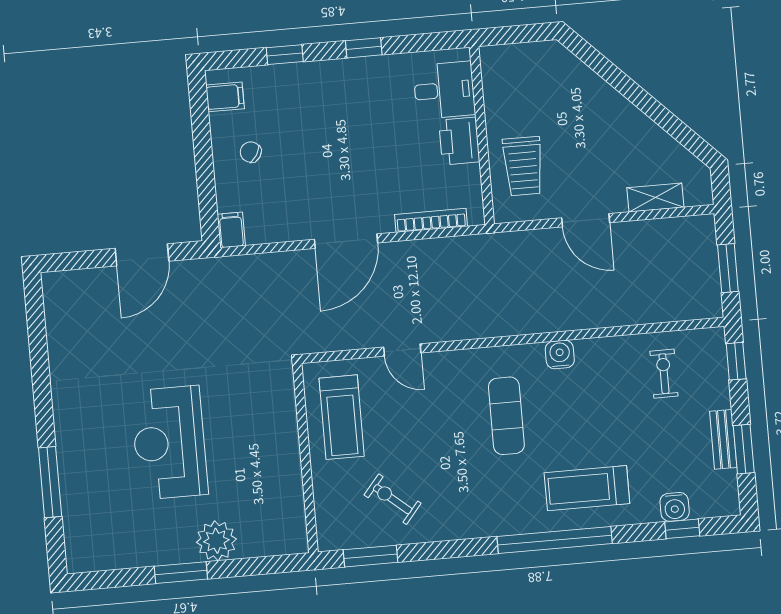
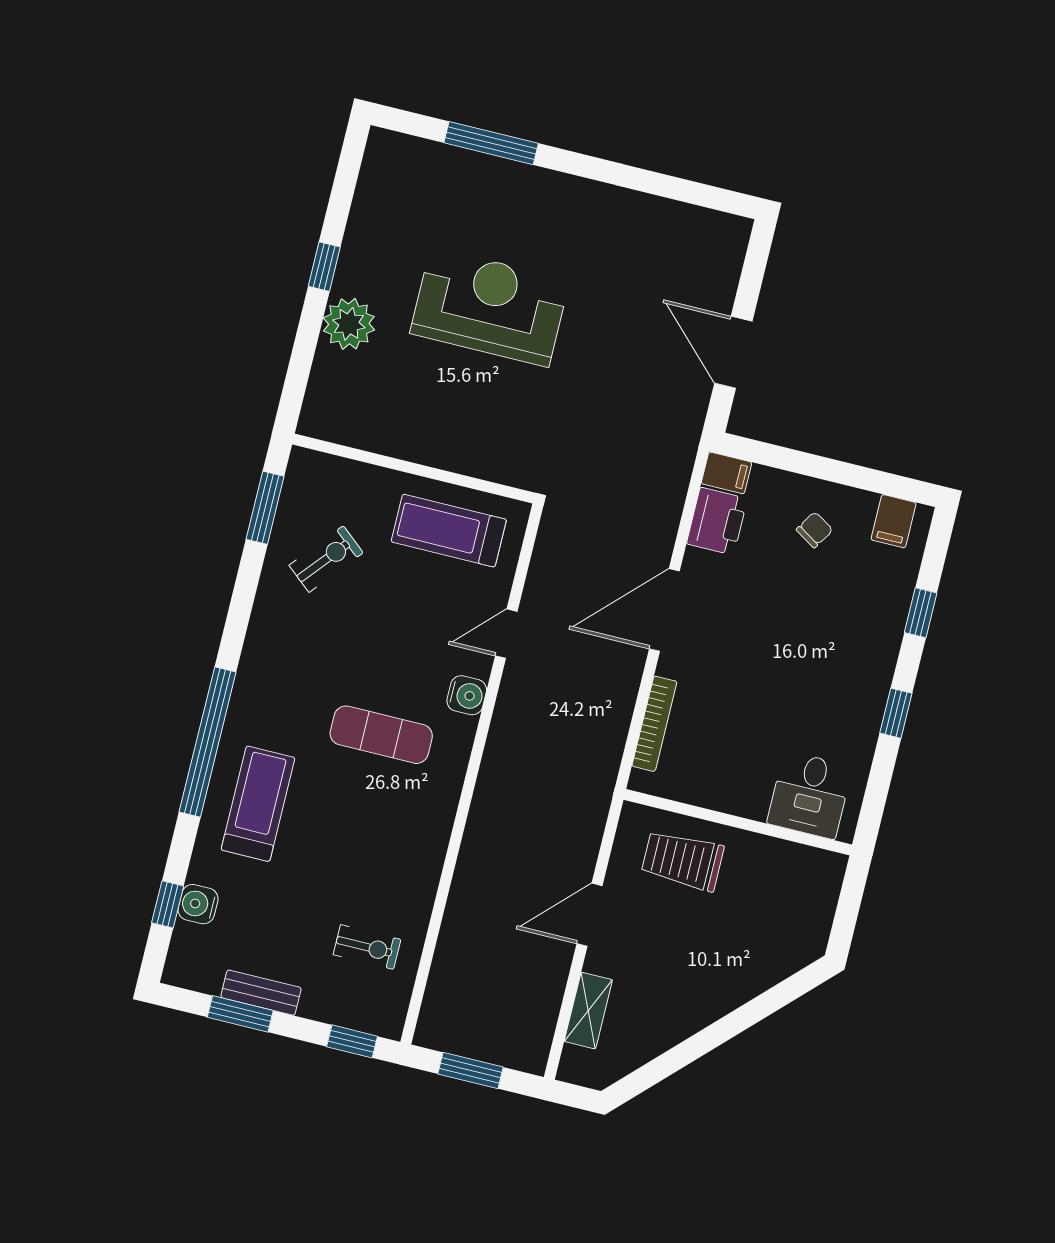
printer: (459, 141) -> (717, 521), moved, turned 90
door: (346, 241) -> (664, 610), hinge flipped
water cooler: (560, 355) -> (467, 695), moved
window: (181, 573) -> (324, 267), width x0.67

